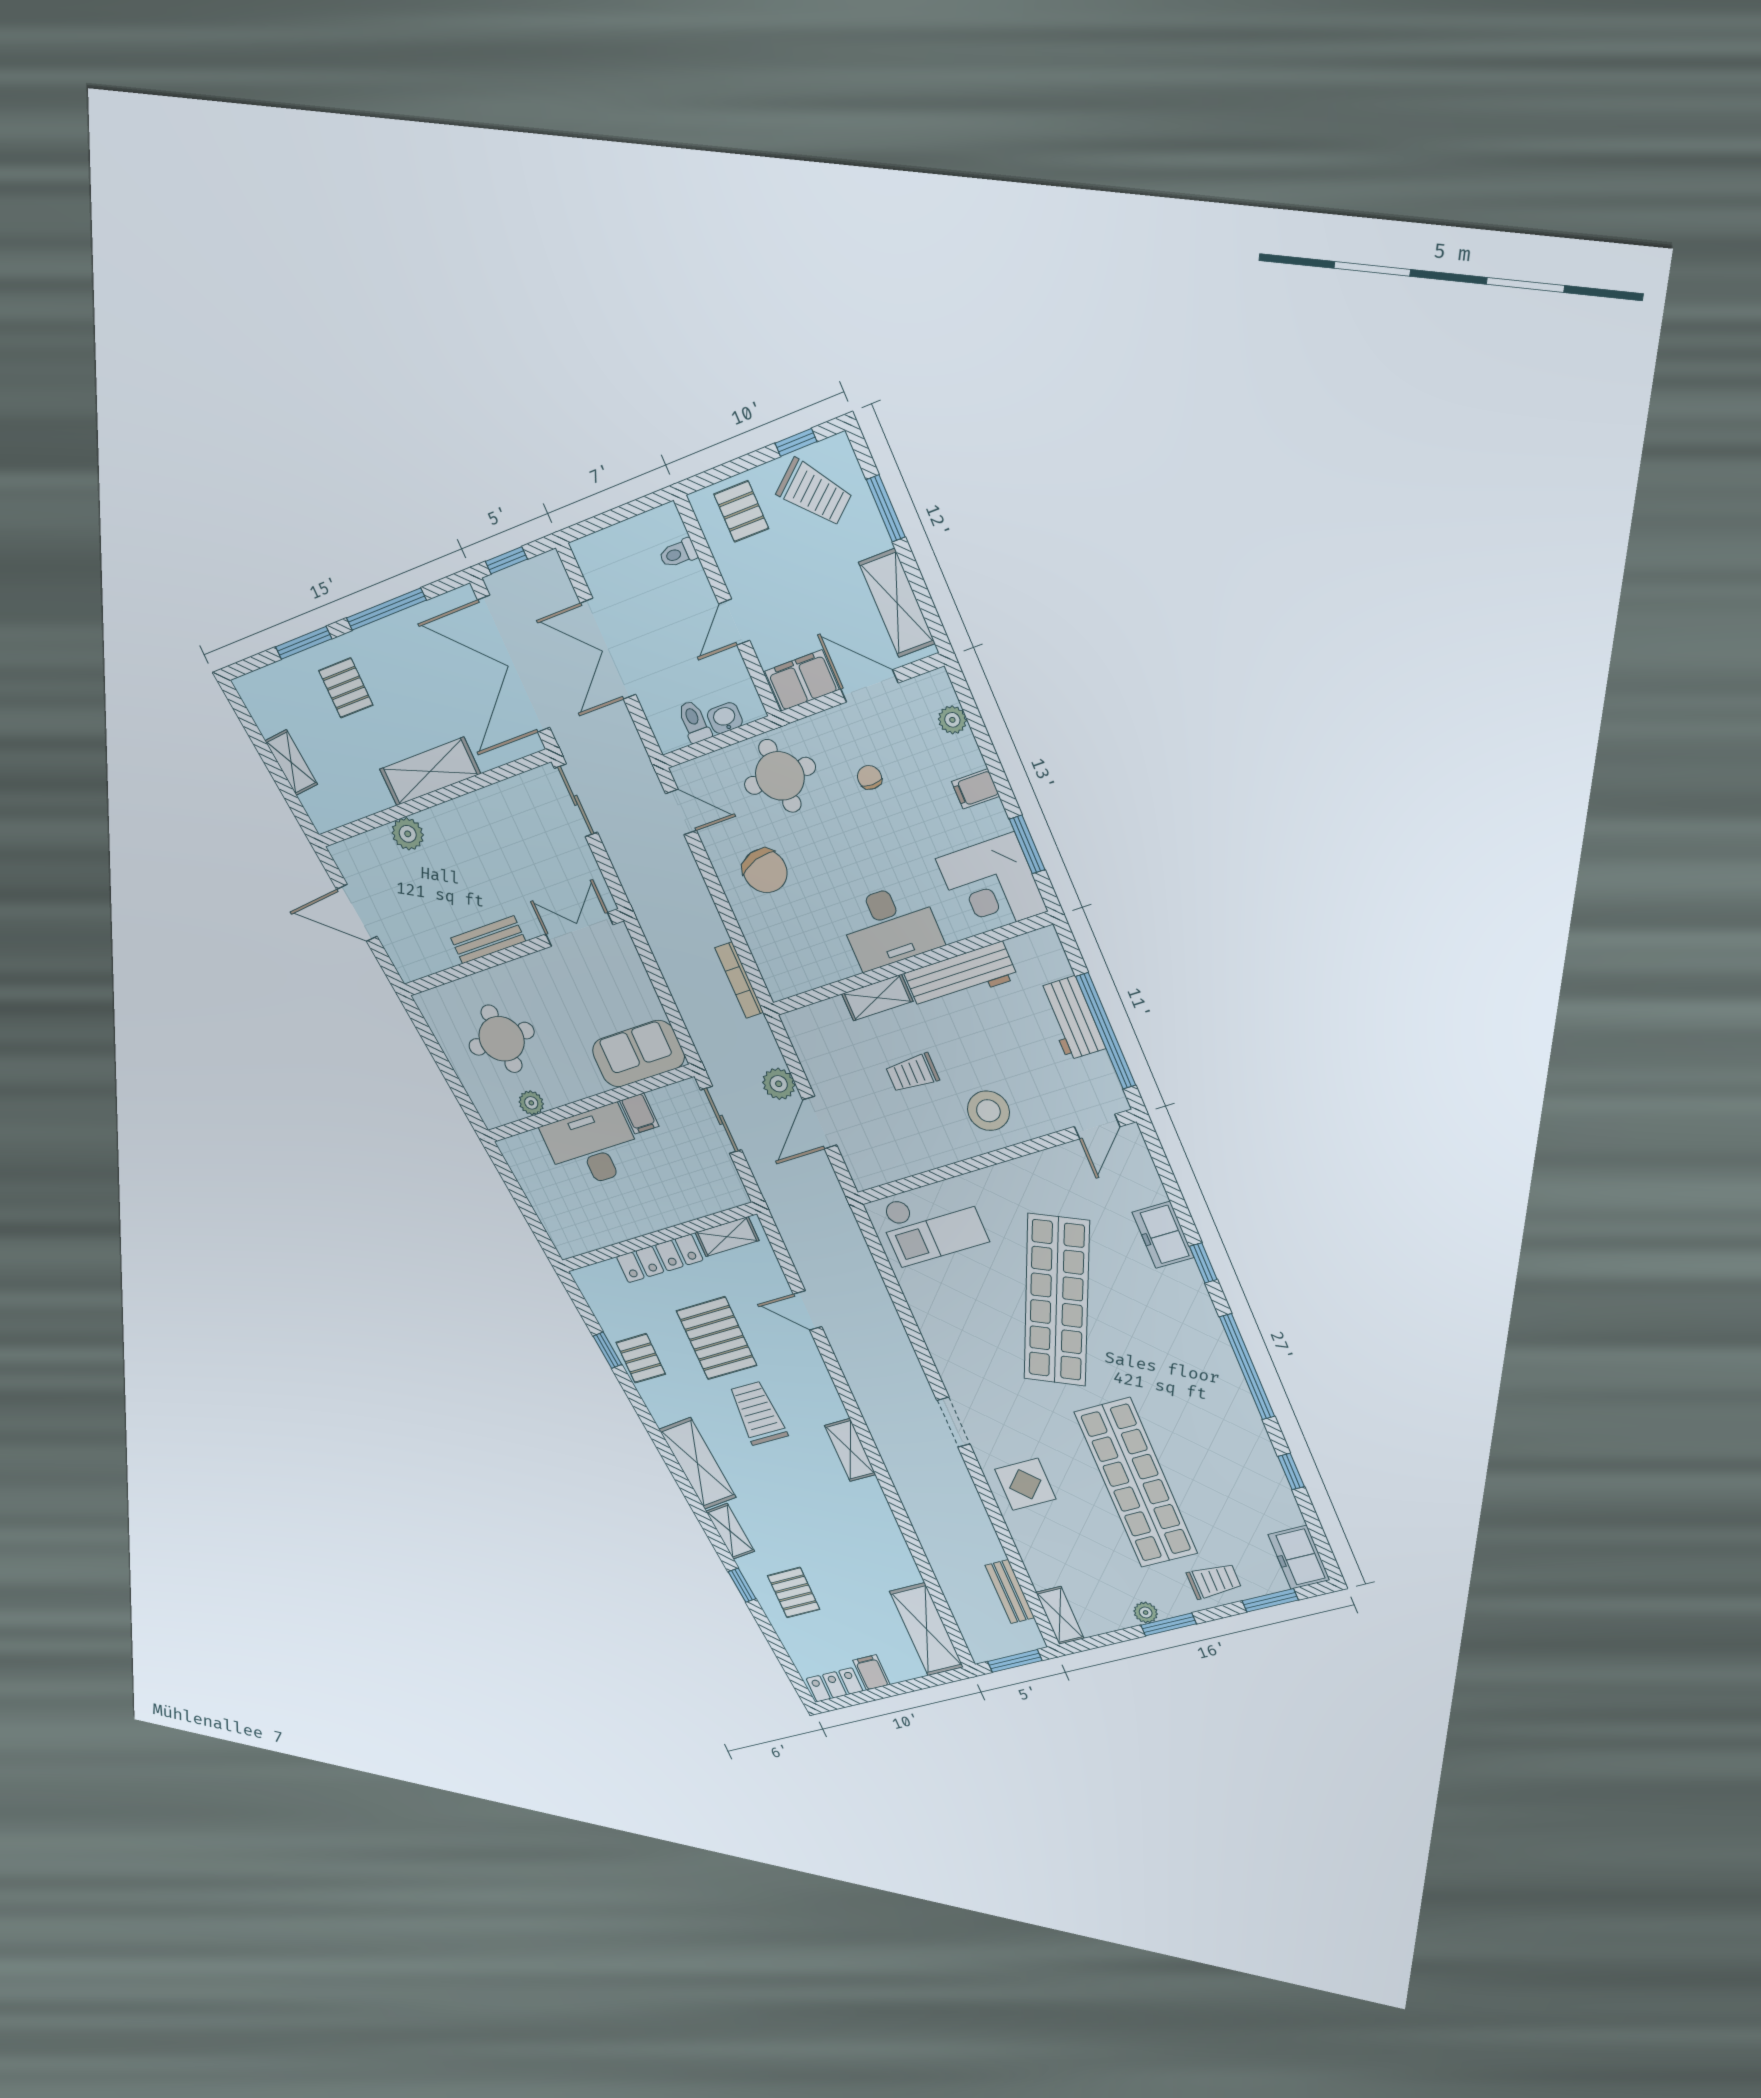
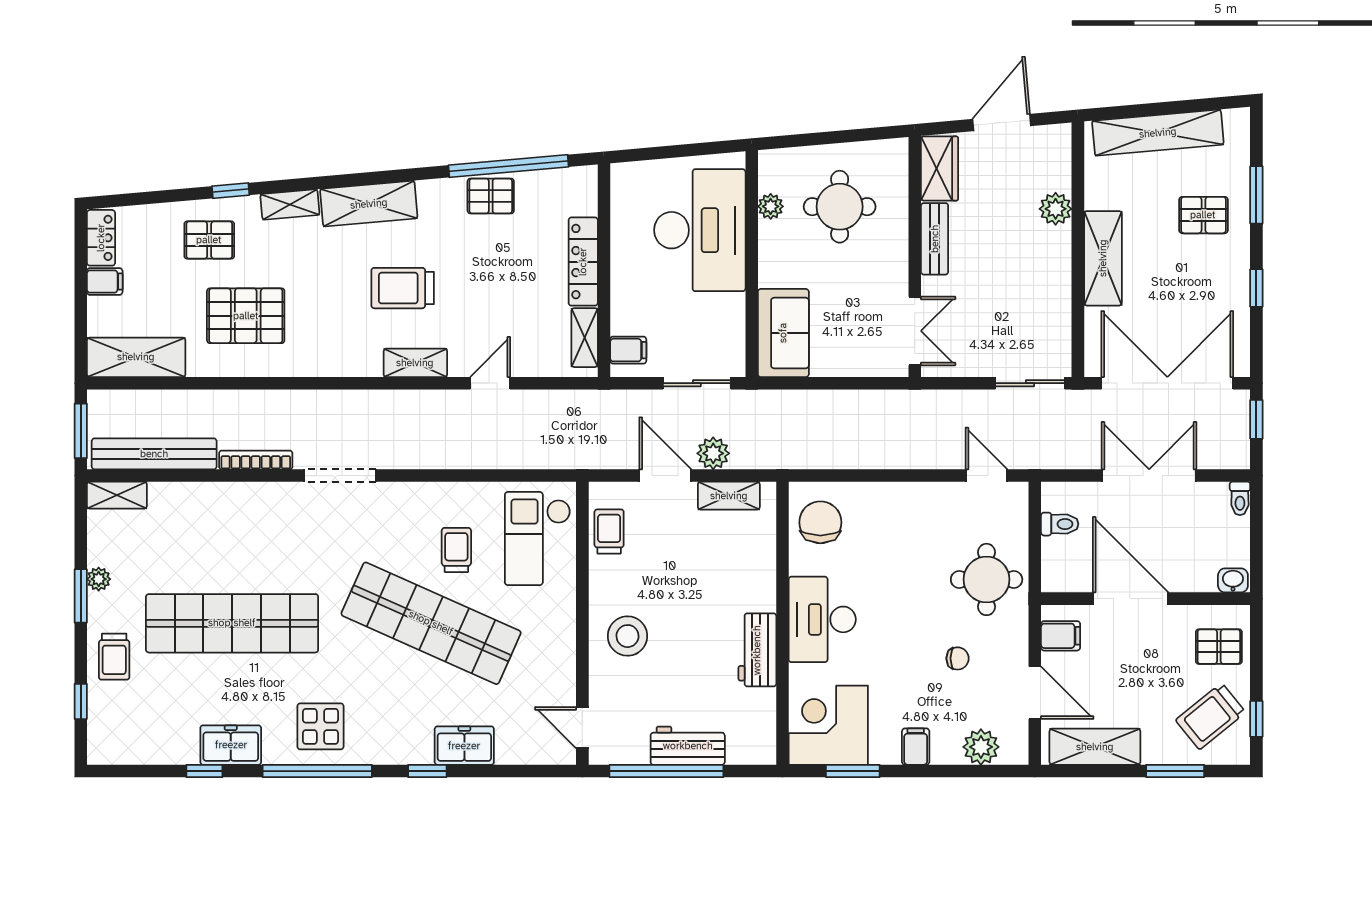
toilet: (678, 553) -> (1240, 498), moved, turned 180
window: (386, 609) -> (1256, 288), width x0.46
door: (734, 622) -> (1131, 599), width x1.88
filing cabinet: (802, 680) -> (1061, 636), width x0.50
door: (869, 686) -> (1035, 693), hinge flipped
washbasin: (725, 718) -> (1233, 580), moved, turned -90
plant: (952, 720) -> (981, 747), width x1.38, depth x1.38
shelving: (291, 762) -> (1158, 133), width x2.20, depth x1.33
door: (681, 812) -> (986, 476), swing flipped
chair: (765, 871) -> (820, 522), moved, turned 106
wardrobe: (424, 957) -> (940, 168), added
workbench: (961, 976) -> (757, 650), width x0.73
bookcase: (739, 980) -> (256, 460), moved
shelving: (877, 998) -> (729, 496), moved, turned 90
trolley: (912, 1073) -> (609, 531), moved
filing cabinet: (639, 1114) -> (628, 350), moved, turned 180
desk: (592, 1147) -> (700, 230), width x1.36, depth x1.30
trolley: (976, 1297) -> (456, 550), added
pallet: (717, 1338) -> (246, 316), moved
window: (607, 1350) -> (508, 166), width x3.17
trolley: (758, 1413) -> (403, 288), turned 180
doorway: (953, 1422) -> (340, 476), width x1.38
shelving: (850, 1450) -> (415, 363), moved
display table: (1025, 1484) -> (320, 726), moved
freezer: (1299, 1557) -> (231, 745), moved
bench: (1010, 1592) -> (154, 454), width x1.86, depth x1.21
window: (1270, 1600) -> (81, 701), width x0.67

